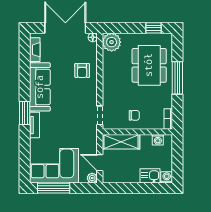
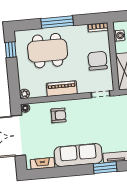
plant: (112, 42) -> (24, 94), width x0.53, depth x0.53
piano: (109, 76) -> (62, 89), added
chair: (134, 115) -> (98, 61), width x1.87, depth x1.87

